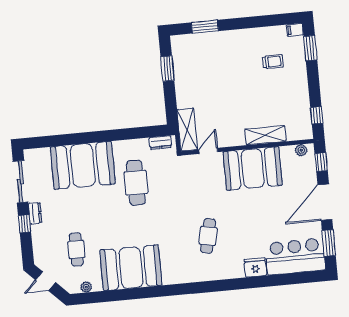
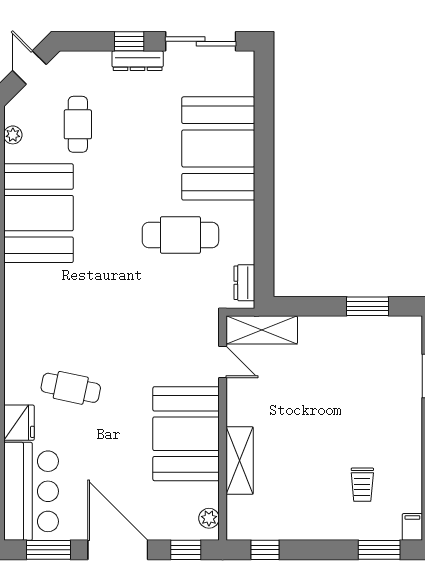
dresser: (35, 213) -> (138, 61), width x1.44
cafe table: (208, 236) -> (71, 388), moved
cafe table: (76, 249) -> (78, 124), turned 90

